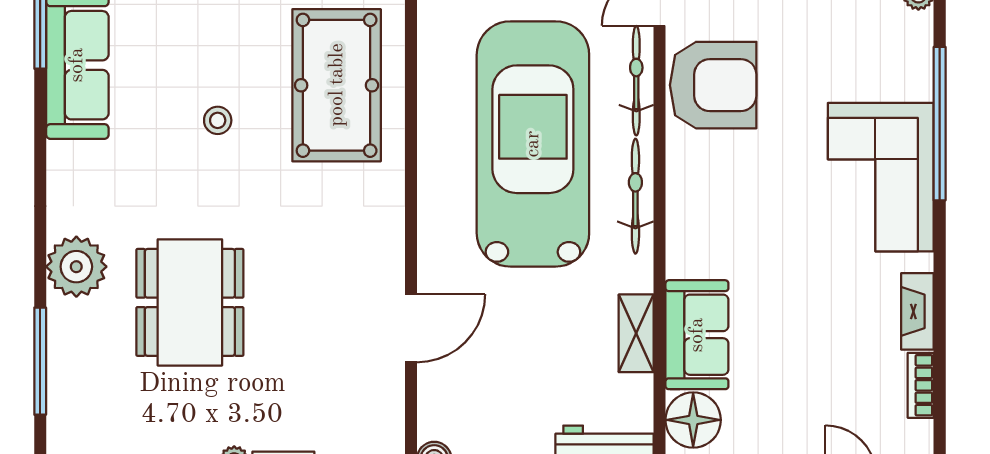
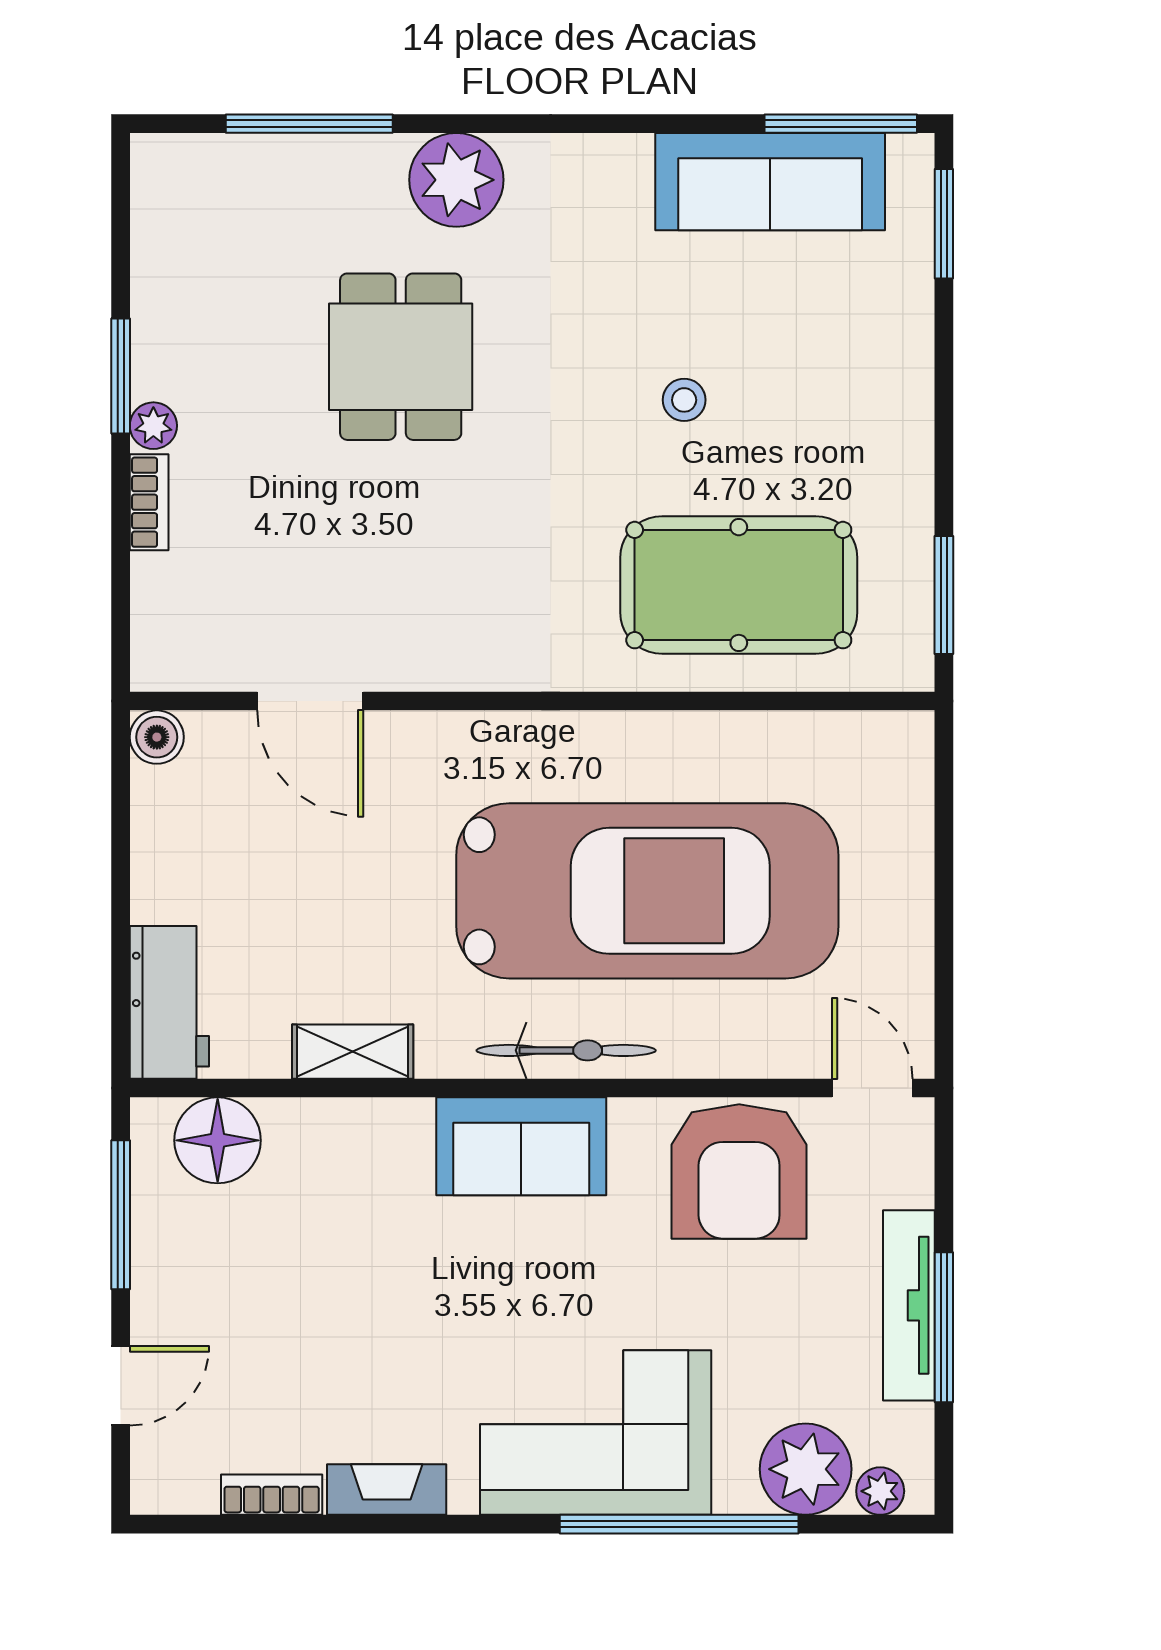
plant: (904, 42) -> (806, 1469), added
bicycle: (636, 81) -> (746, 1052), removed
dining table: (190, 302) -> (401, 357), width x0.73
door: (411, 328) -> (310, 701), moved
sofa: (697, 335) -> (521, 1146), moved

